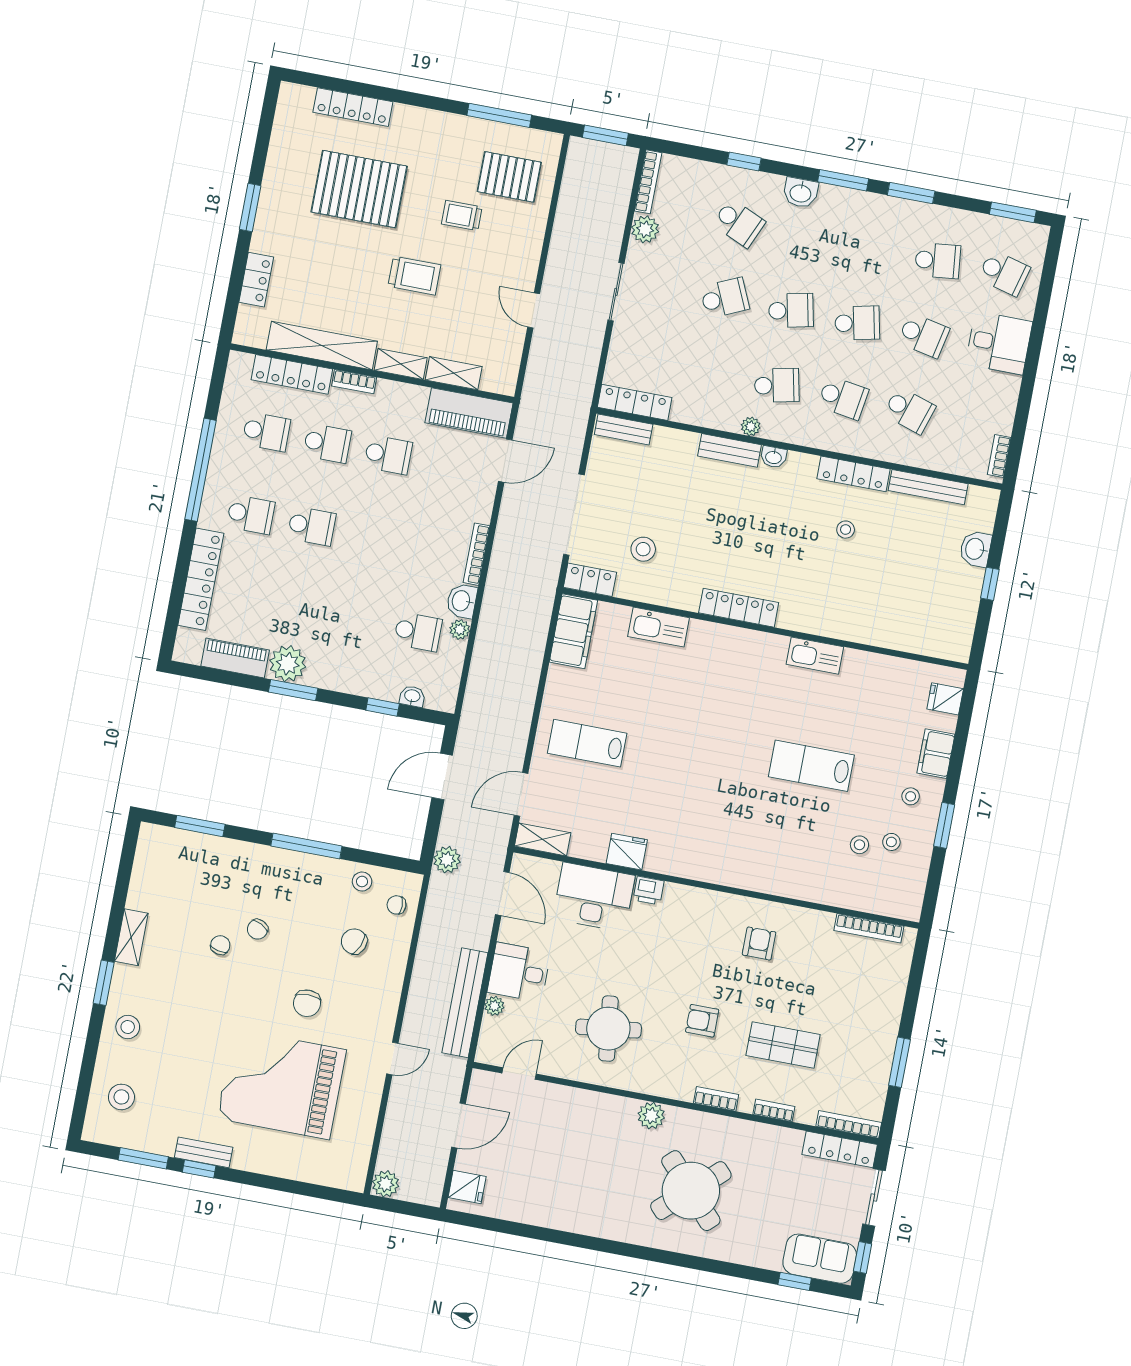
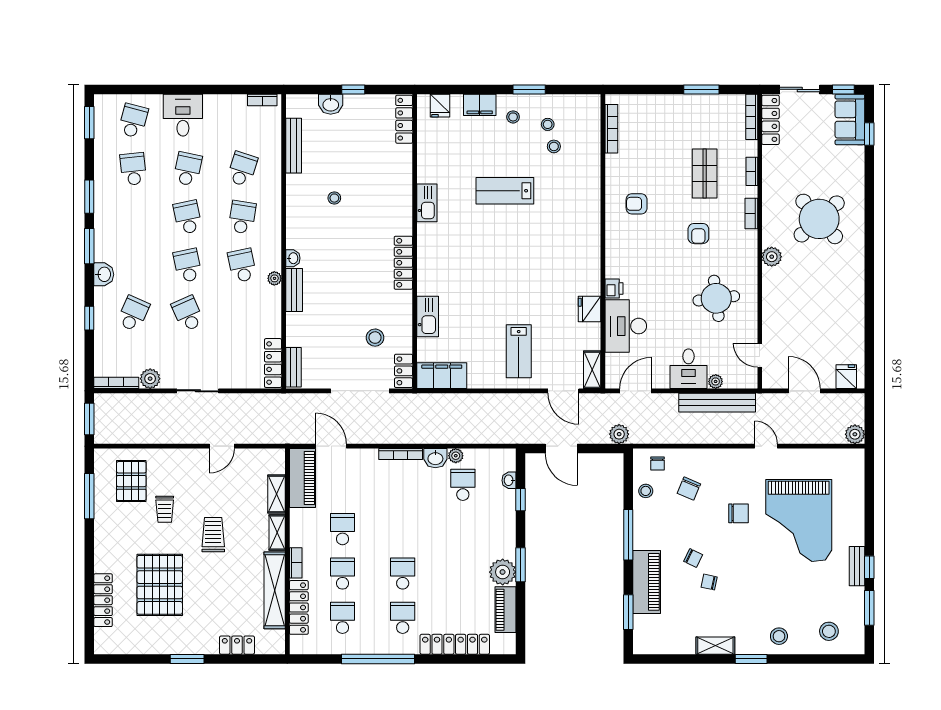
locker: (853, 474) -> (404, 119), moved, turned 180
lab bench: (811, 766) -> (505, 191), turned 90
piano: (237, 859) -> (647, 582), added

